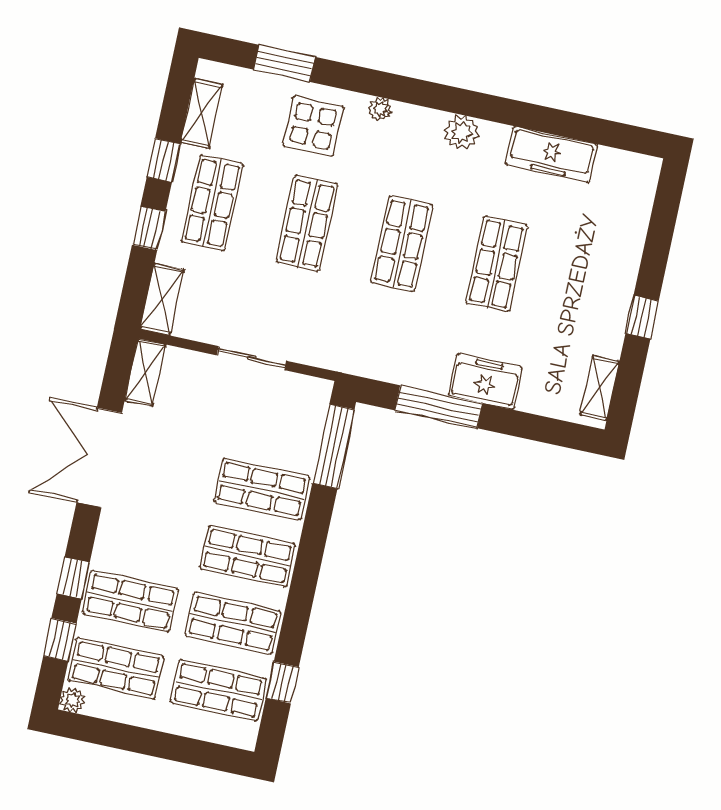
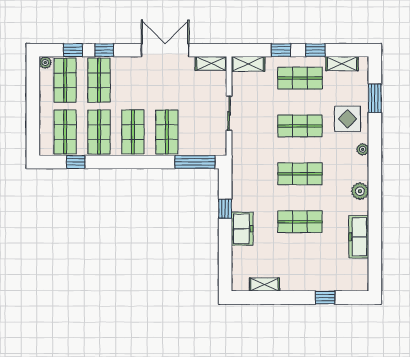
window: (642, 317) -> (325, 298), moved
shelving: (600, 388) -> (264, 285), moved
window: (439, 407) -> (225, 209), width x0.46

